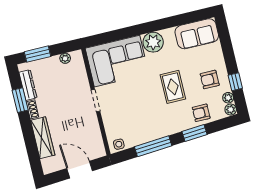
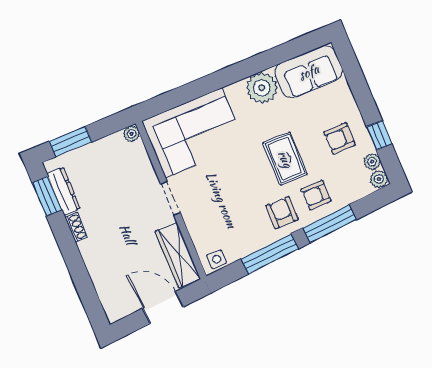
plant: (153, 42) -> (262, 88), moved
plant: (65, 58) -> (132, 134), moved
window: (20, 100) -> (47, 196), moved
armchair: (201, 113) -> (316, 195), moved
armchair: (165, 121) -> (282, 213), added
window: (195, 133) -> (329, 224), width x1.44
wardrobe: (43, 138) -> (178, 255), moved, turned 180

